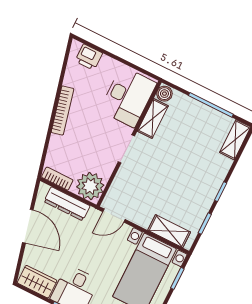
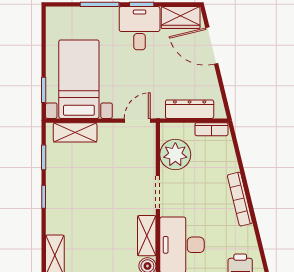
plant: (90, 186) -> (175, 155), moved
door: (28, 226) -> (212, 46), moved

